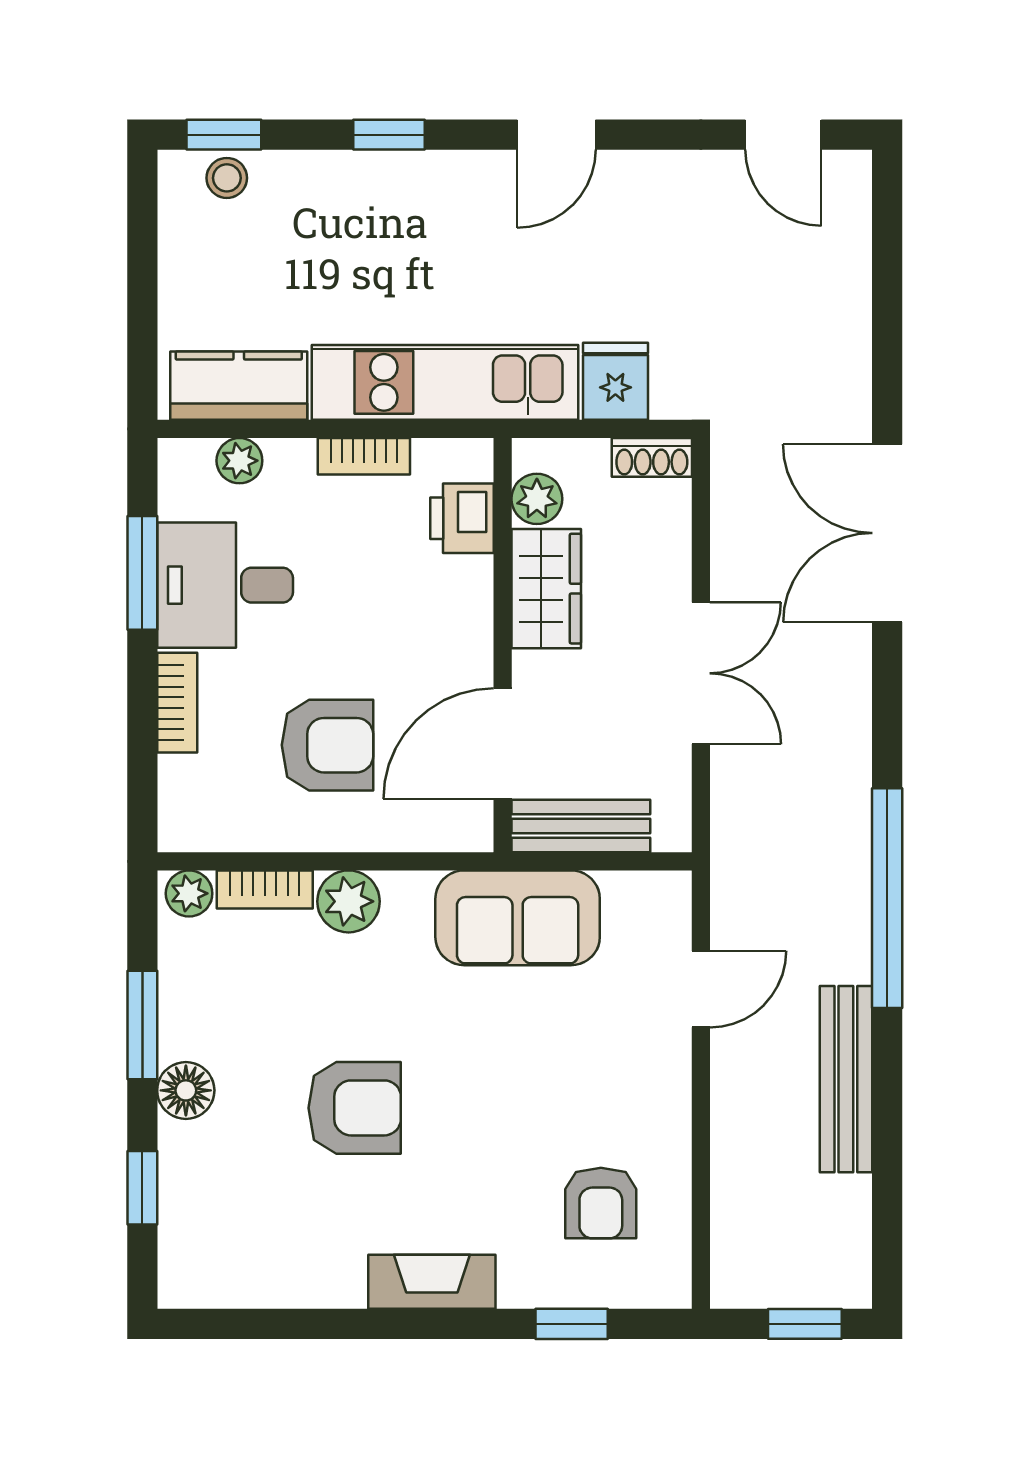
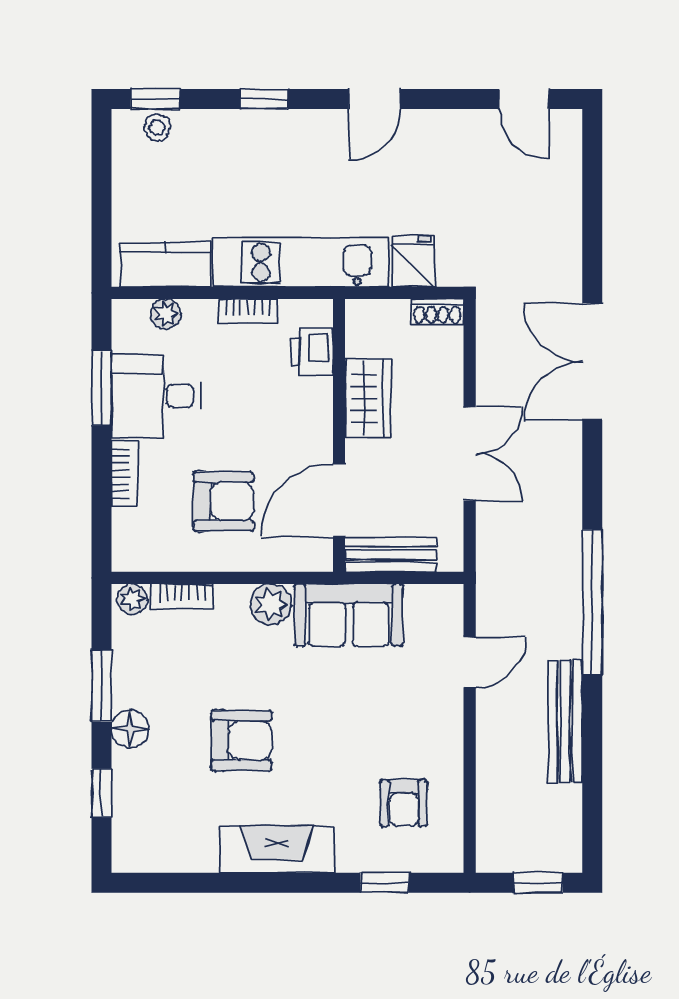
plant: (537, 499) -> (362, 339), removed
plant: (349, 901) -> (271, 604), moved
fireplace: (432, 1282) -> (277, 849), width x1.37, depth x1.32

